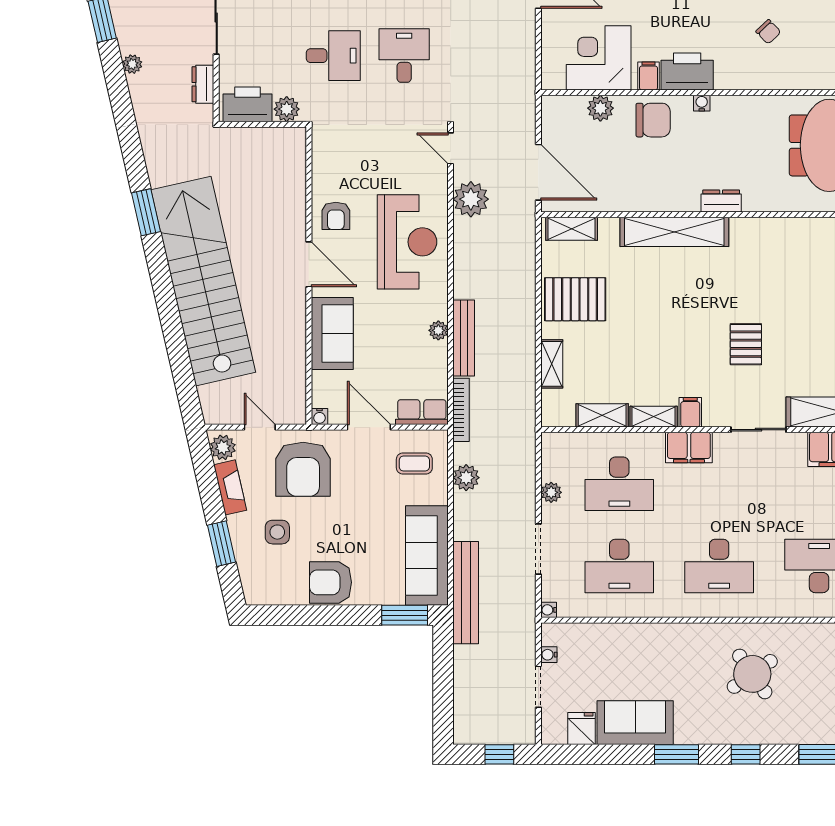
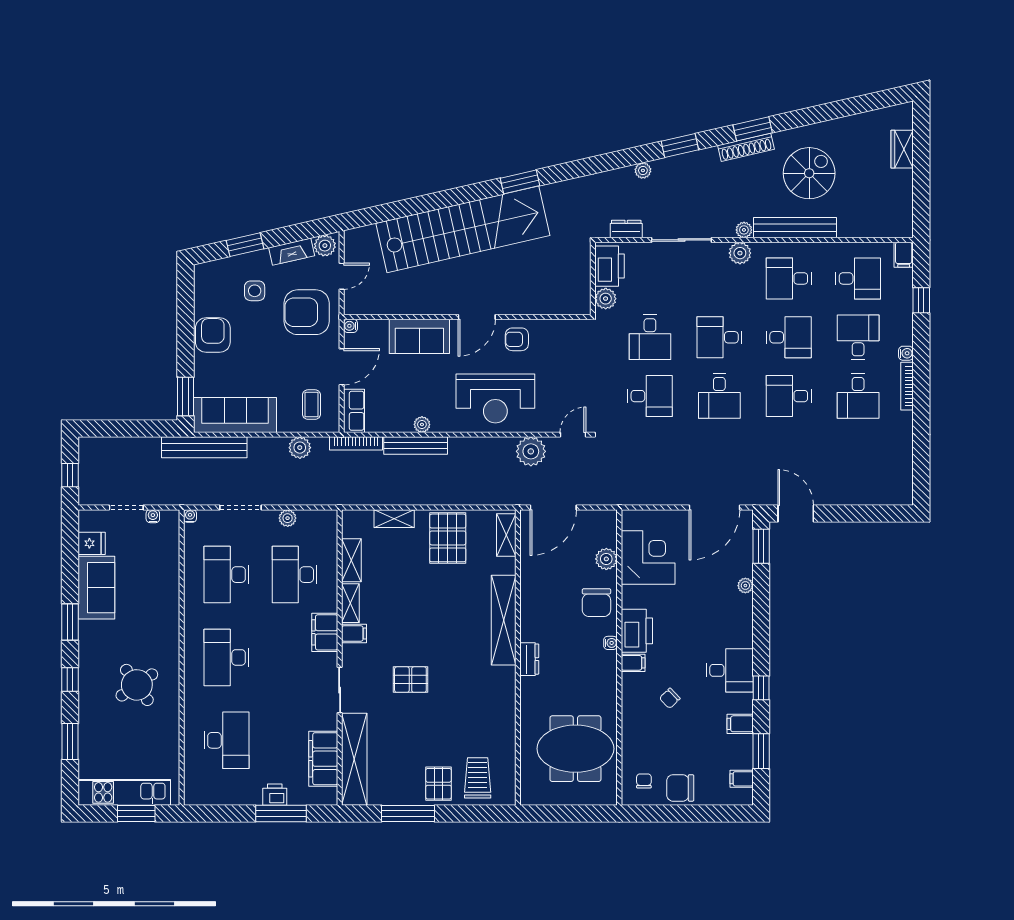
filing cabinet: (648, 76) -> (633, 663), moved

